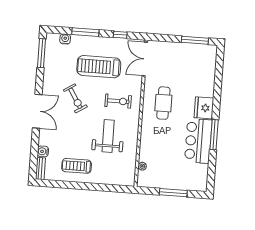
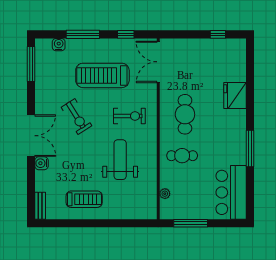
window: (195, 40) -> (218, 34), width x0.46
fridge: (204, 108) -> (235, 96), moved
cafe table: (159, 136) -> (182, 156), added
bar counter: (198, 141) -> (231, 192), moved
water cooler: (43, 151) -> (41, 163), moved
treadmill: (77, 166) -> (84, 199), turned 180
window: (173, 193) -> (191, 223), moved

